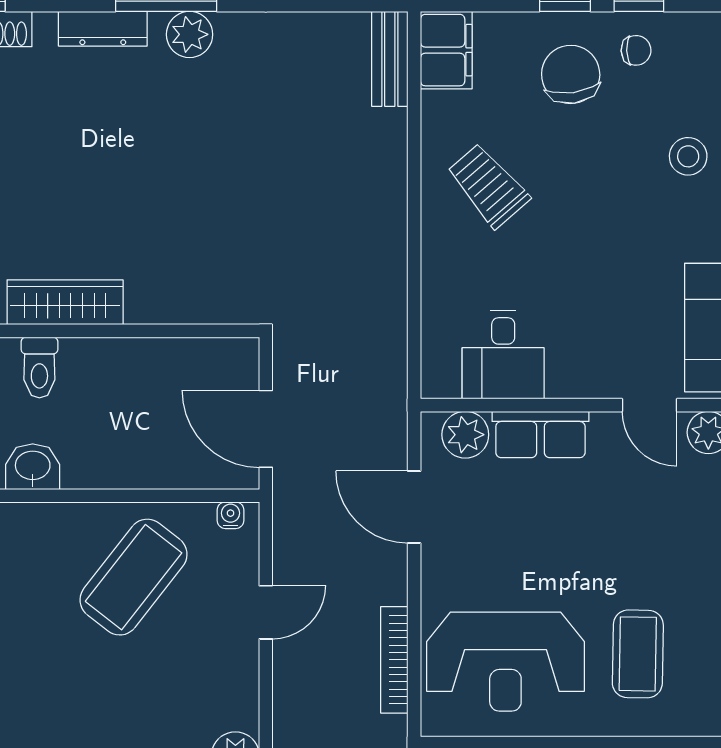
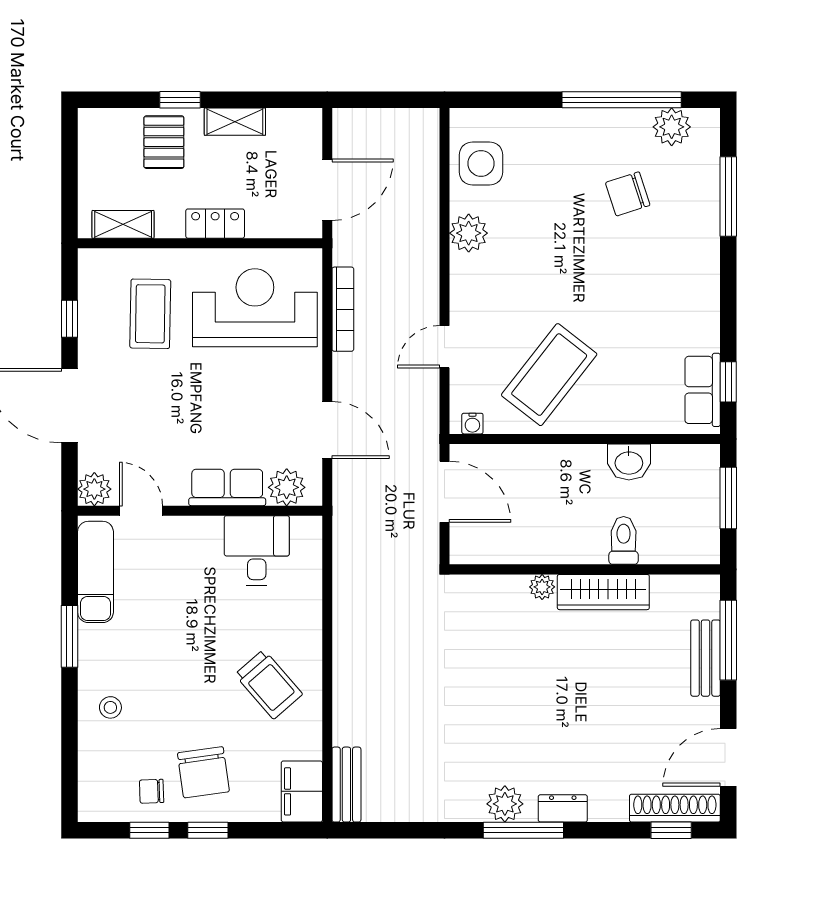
dresser: (103, 29) -> (563, 808), width x0.70
stool: (688, 156) -> (110, 707), width x0.73, depth x0.73
plant: (142, 309) -> (542, 587), added

